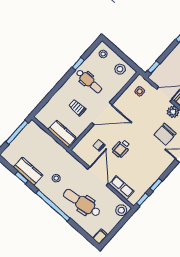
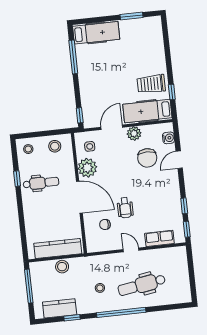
plant: (125, 102) -> (87, 168), added
trolley: (77, 107) -> (55, 214), removed
door: (102, 114) -> (79, 197), hinge flipped
kitchen counter: (62, 134) -> (58, 248), width x1.50
kitchen counter: (28, 171) -> (60, 308), moved
door: (98, 176) -> (131, 250), width x0.53
stool: (121, 210) -> (62, 267), moved
filing cabinet: (100, 236) -> (186, 295), removed

